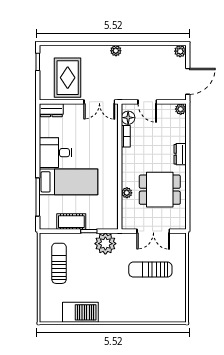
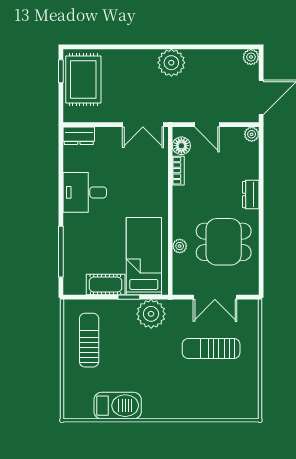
plant: (116, 51) -> (171, 63), width x1.88, depth x1.88
rug: (68, 78) -> (83, 80), moved
bed: (69, 182) -> (144, 256), moved, turned -90

